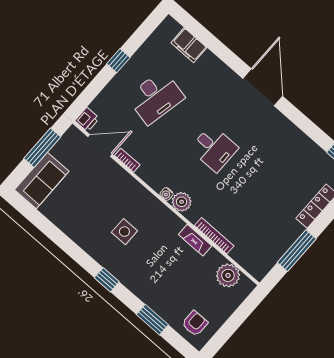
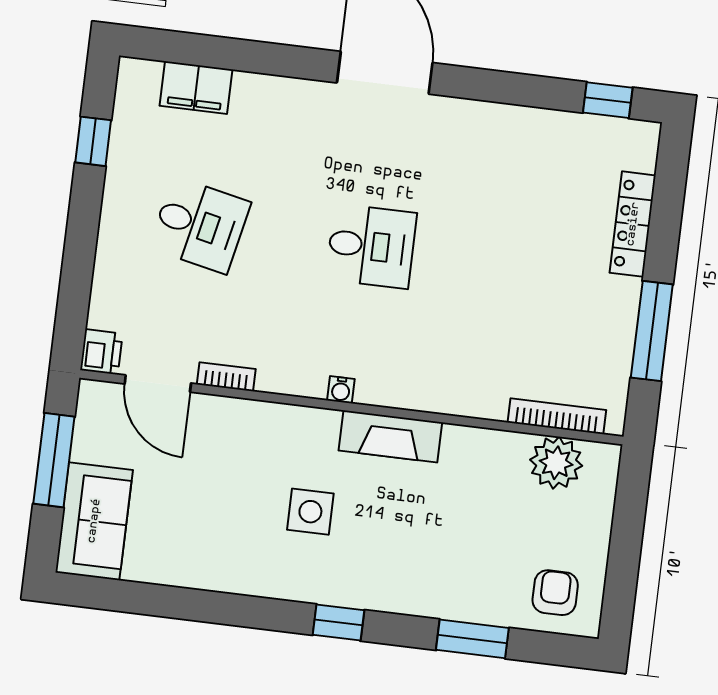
window: (118, 61) -> (93, 141), moved
desk: (156, 97) -> (200, 225), width x0.73
door: (100, 145) -> (158, 383), swing flipped
plant: (182, 202) -> (378, 385), removed
bookcase: (214, 236) -> (557, 416), moved
fireplace: (195, 240) -> (390, 436), moved, width x1.37, depth x1.32

